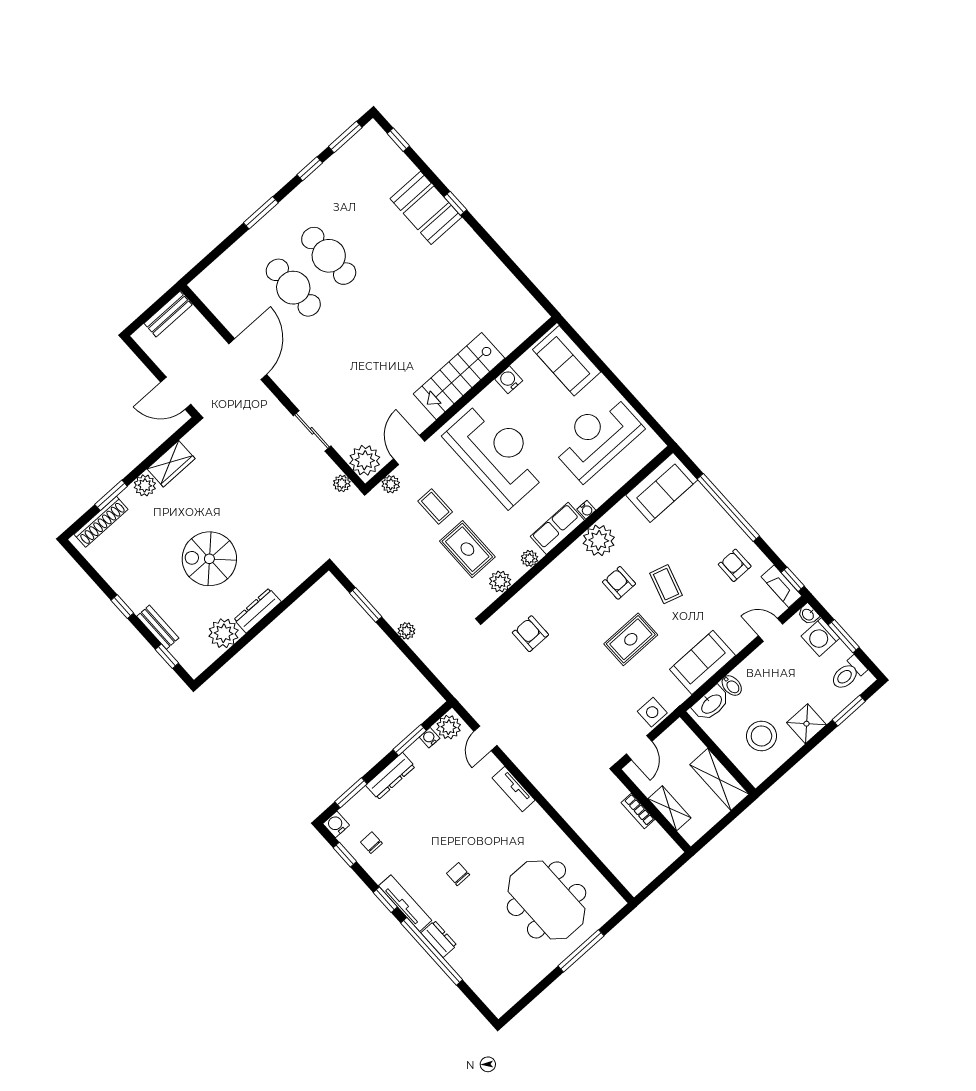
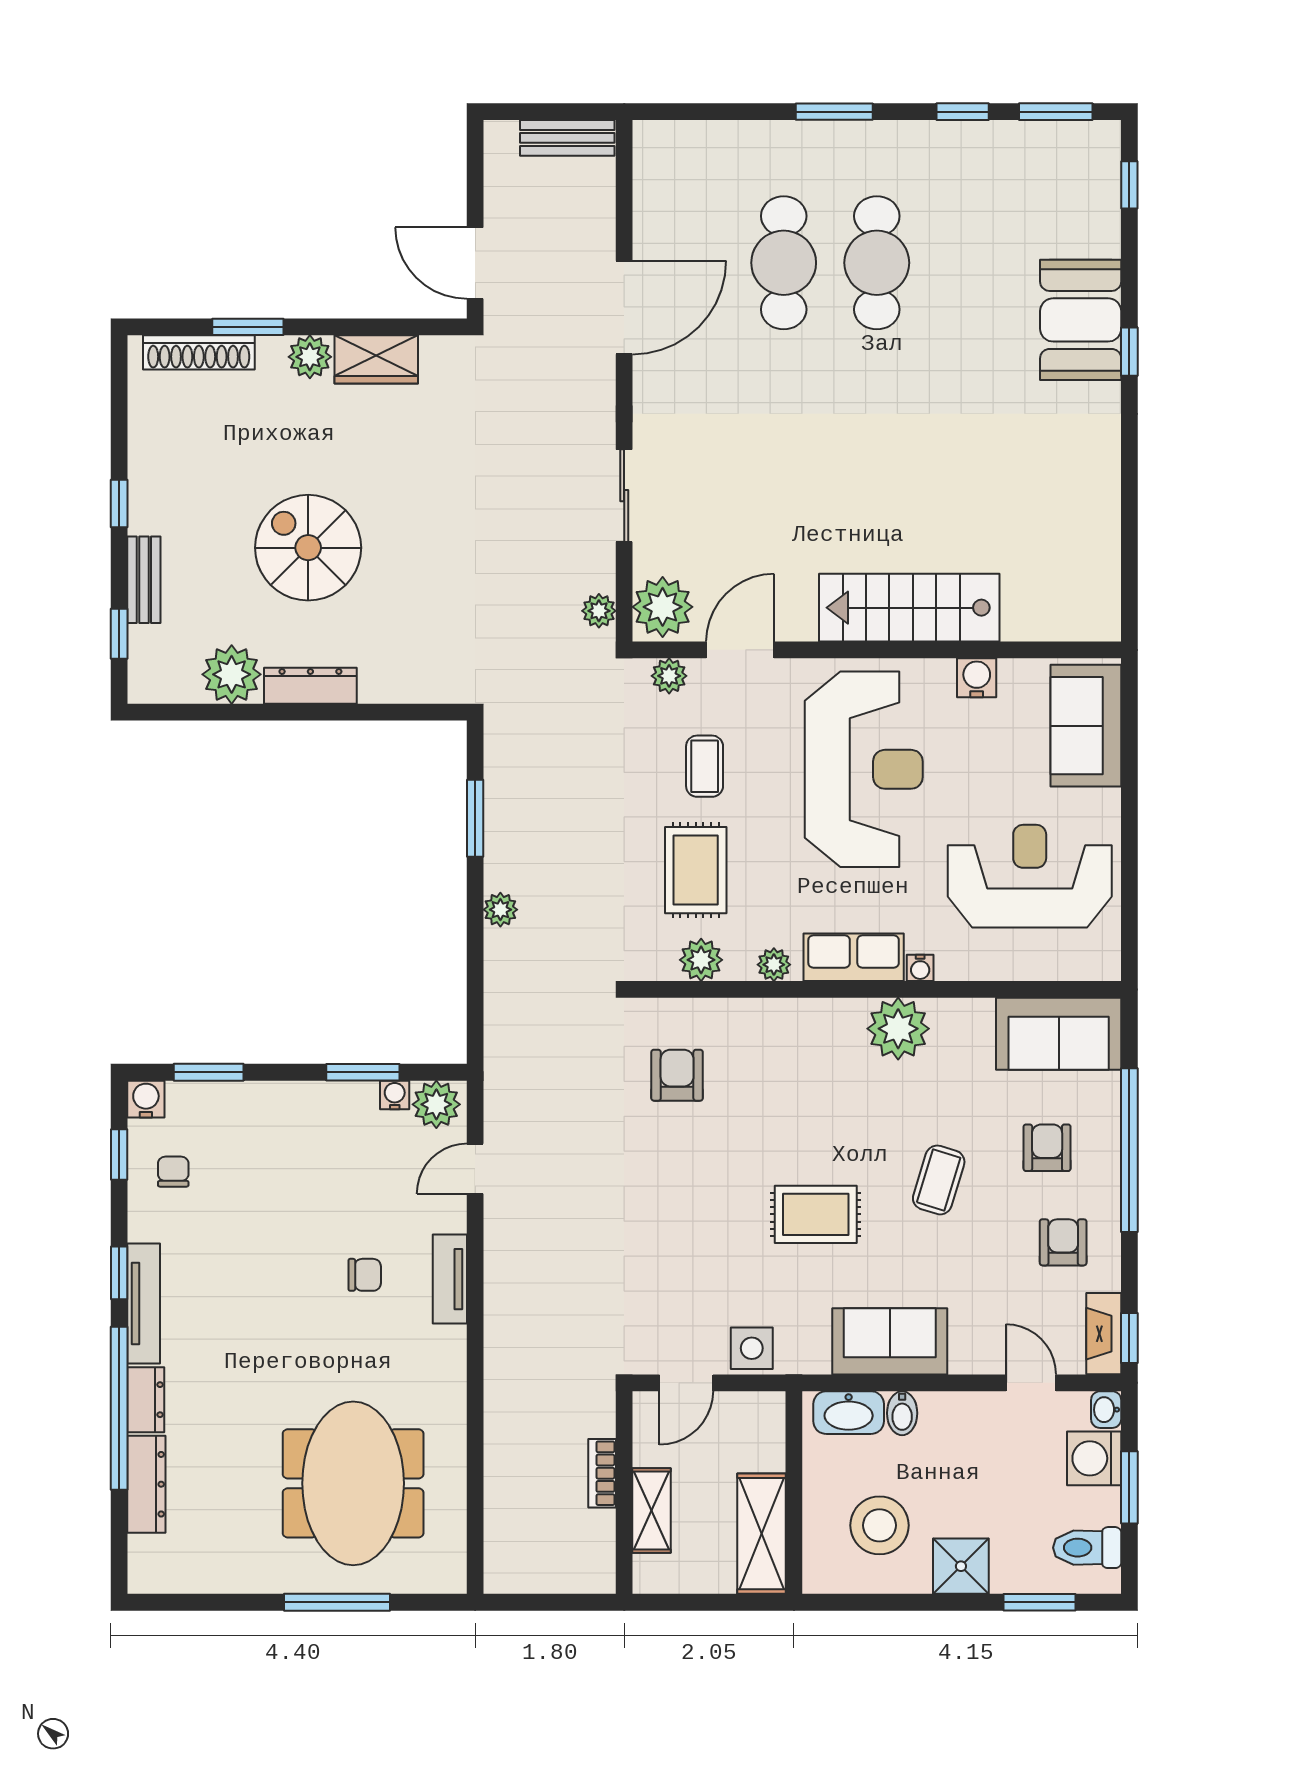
armchair: (619, 583) -> (1047, 1148), moved
dresser: (390, 776) -> (146, 1484), moved, turned -90
chair: (458, 874) -> (365, 1275), moved, turned 90

